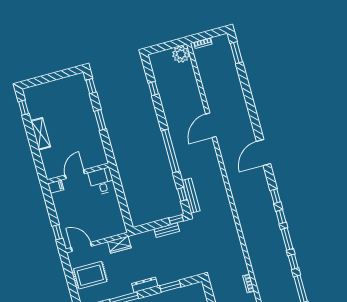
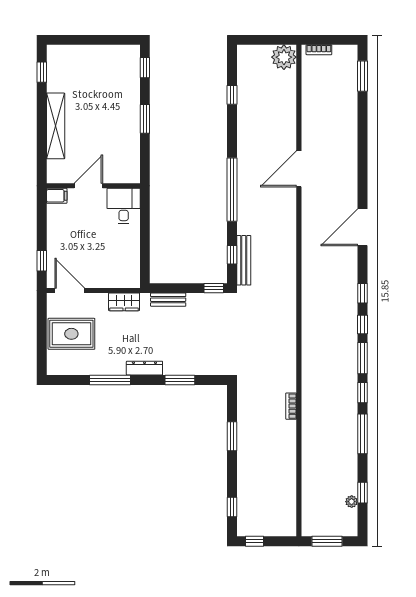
shelving: (41, 134) -> (56, 126), width x1.47
bench: (167, 230) -> (168, 300), moved

